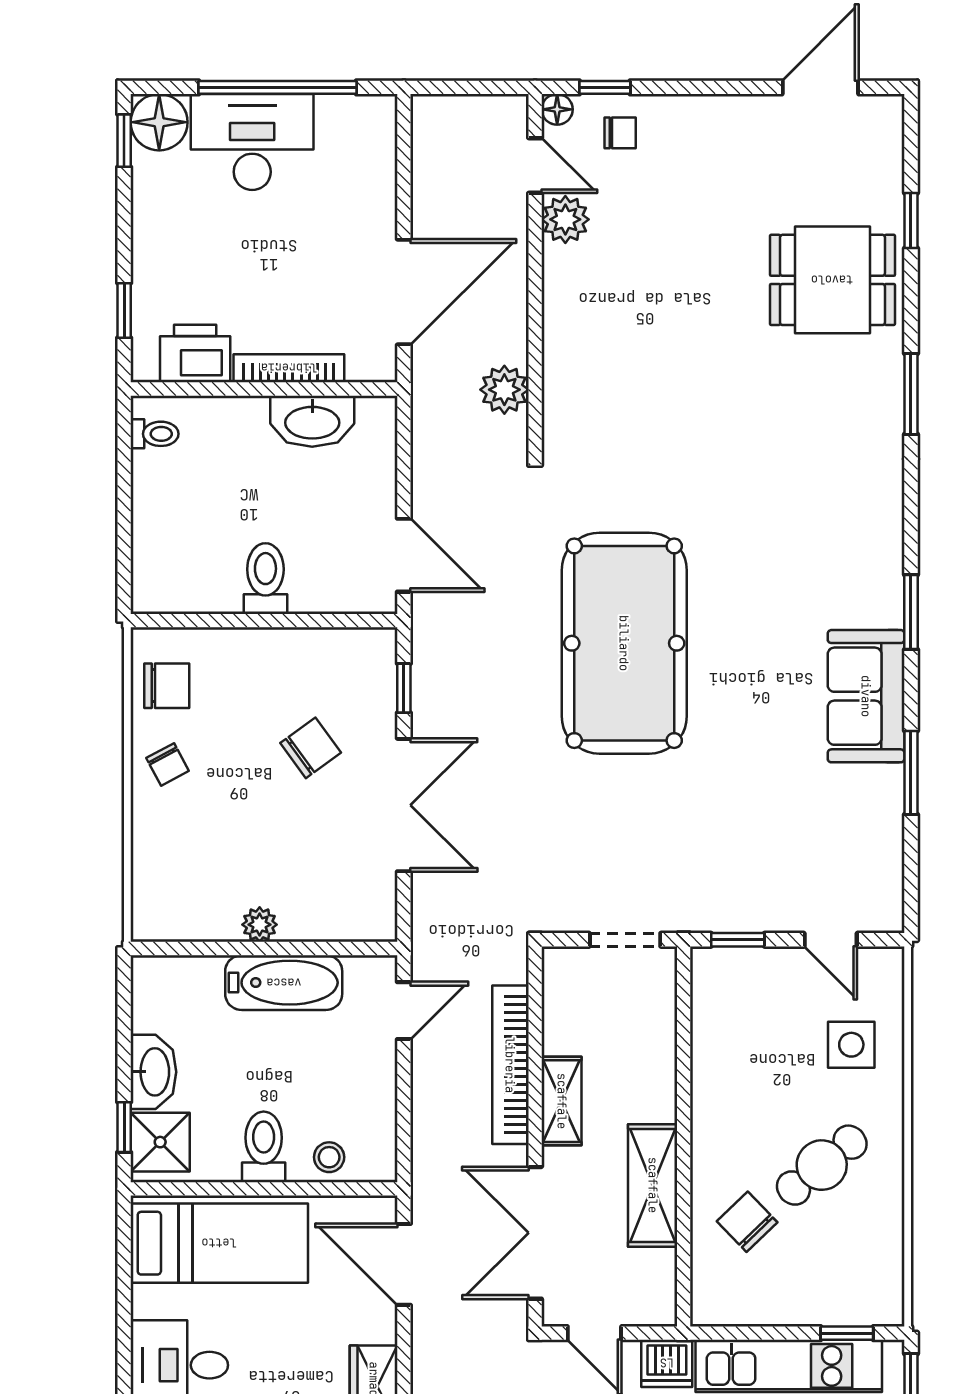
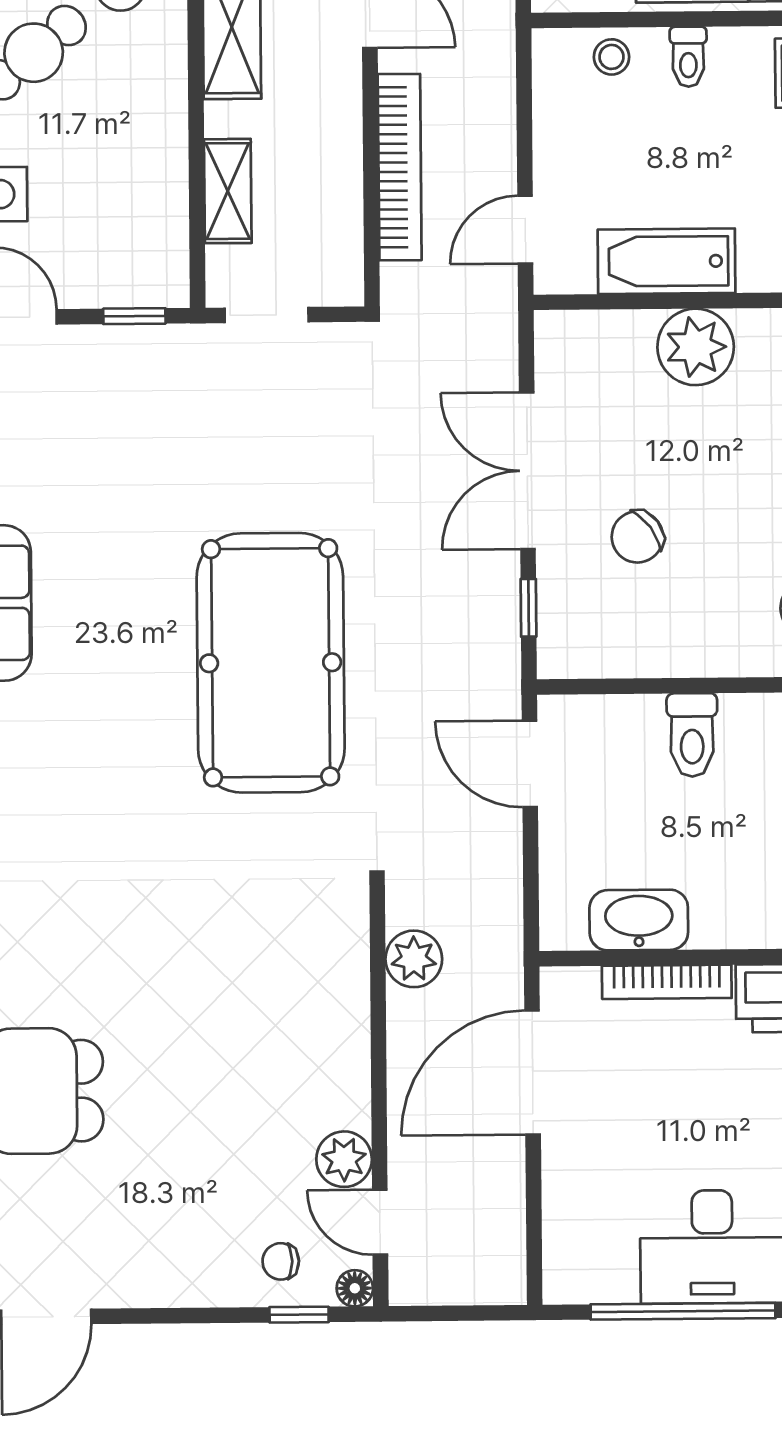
plant: (260, 925) -> (696, 347), width x1.88, depth x1.88
shelving: (562, 1101) -> (228, 191), moved
toilet: (264, 1147) -> (688, 57), width x0.73, depth x0.72

